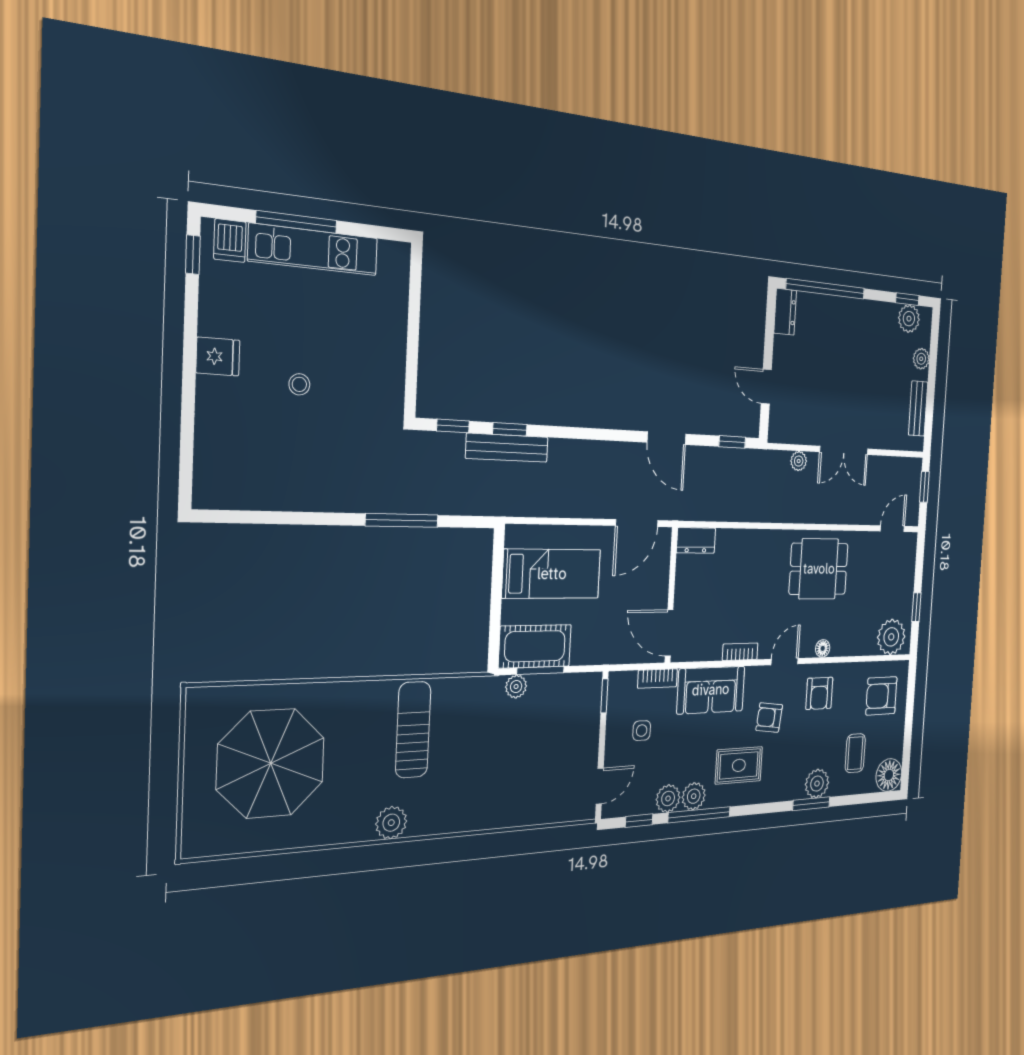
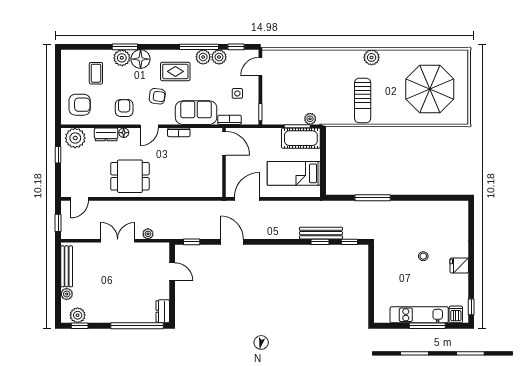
bench: (918, 409) -> (67, 266), width x1.36
dresser: (696, 540) -> (106, 134), moved, turned 180
floor lamp: (889, 775) -> (141, 59), moved

